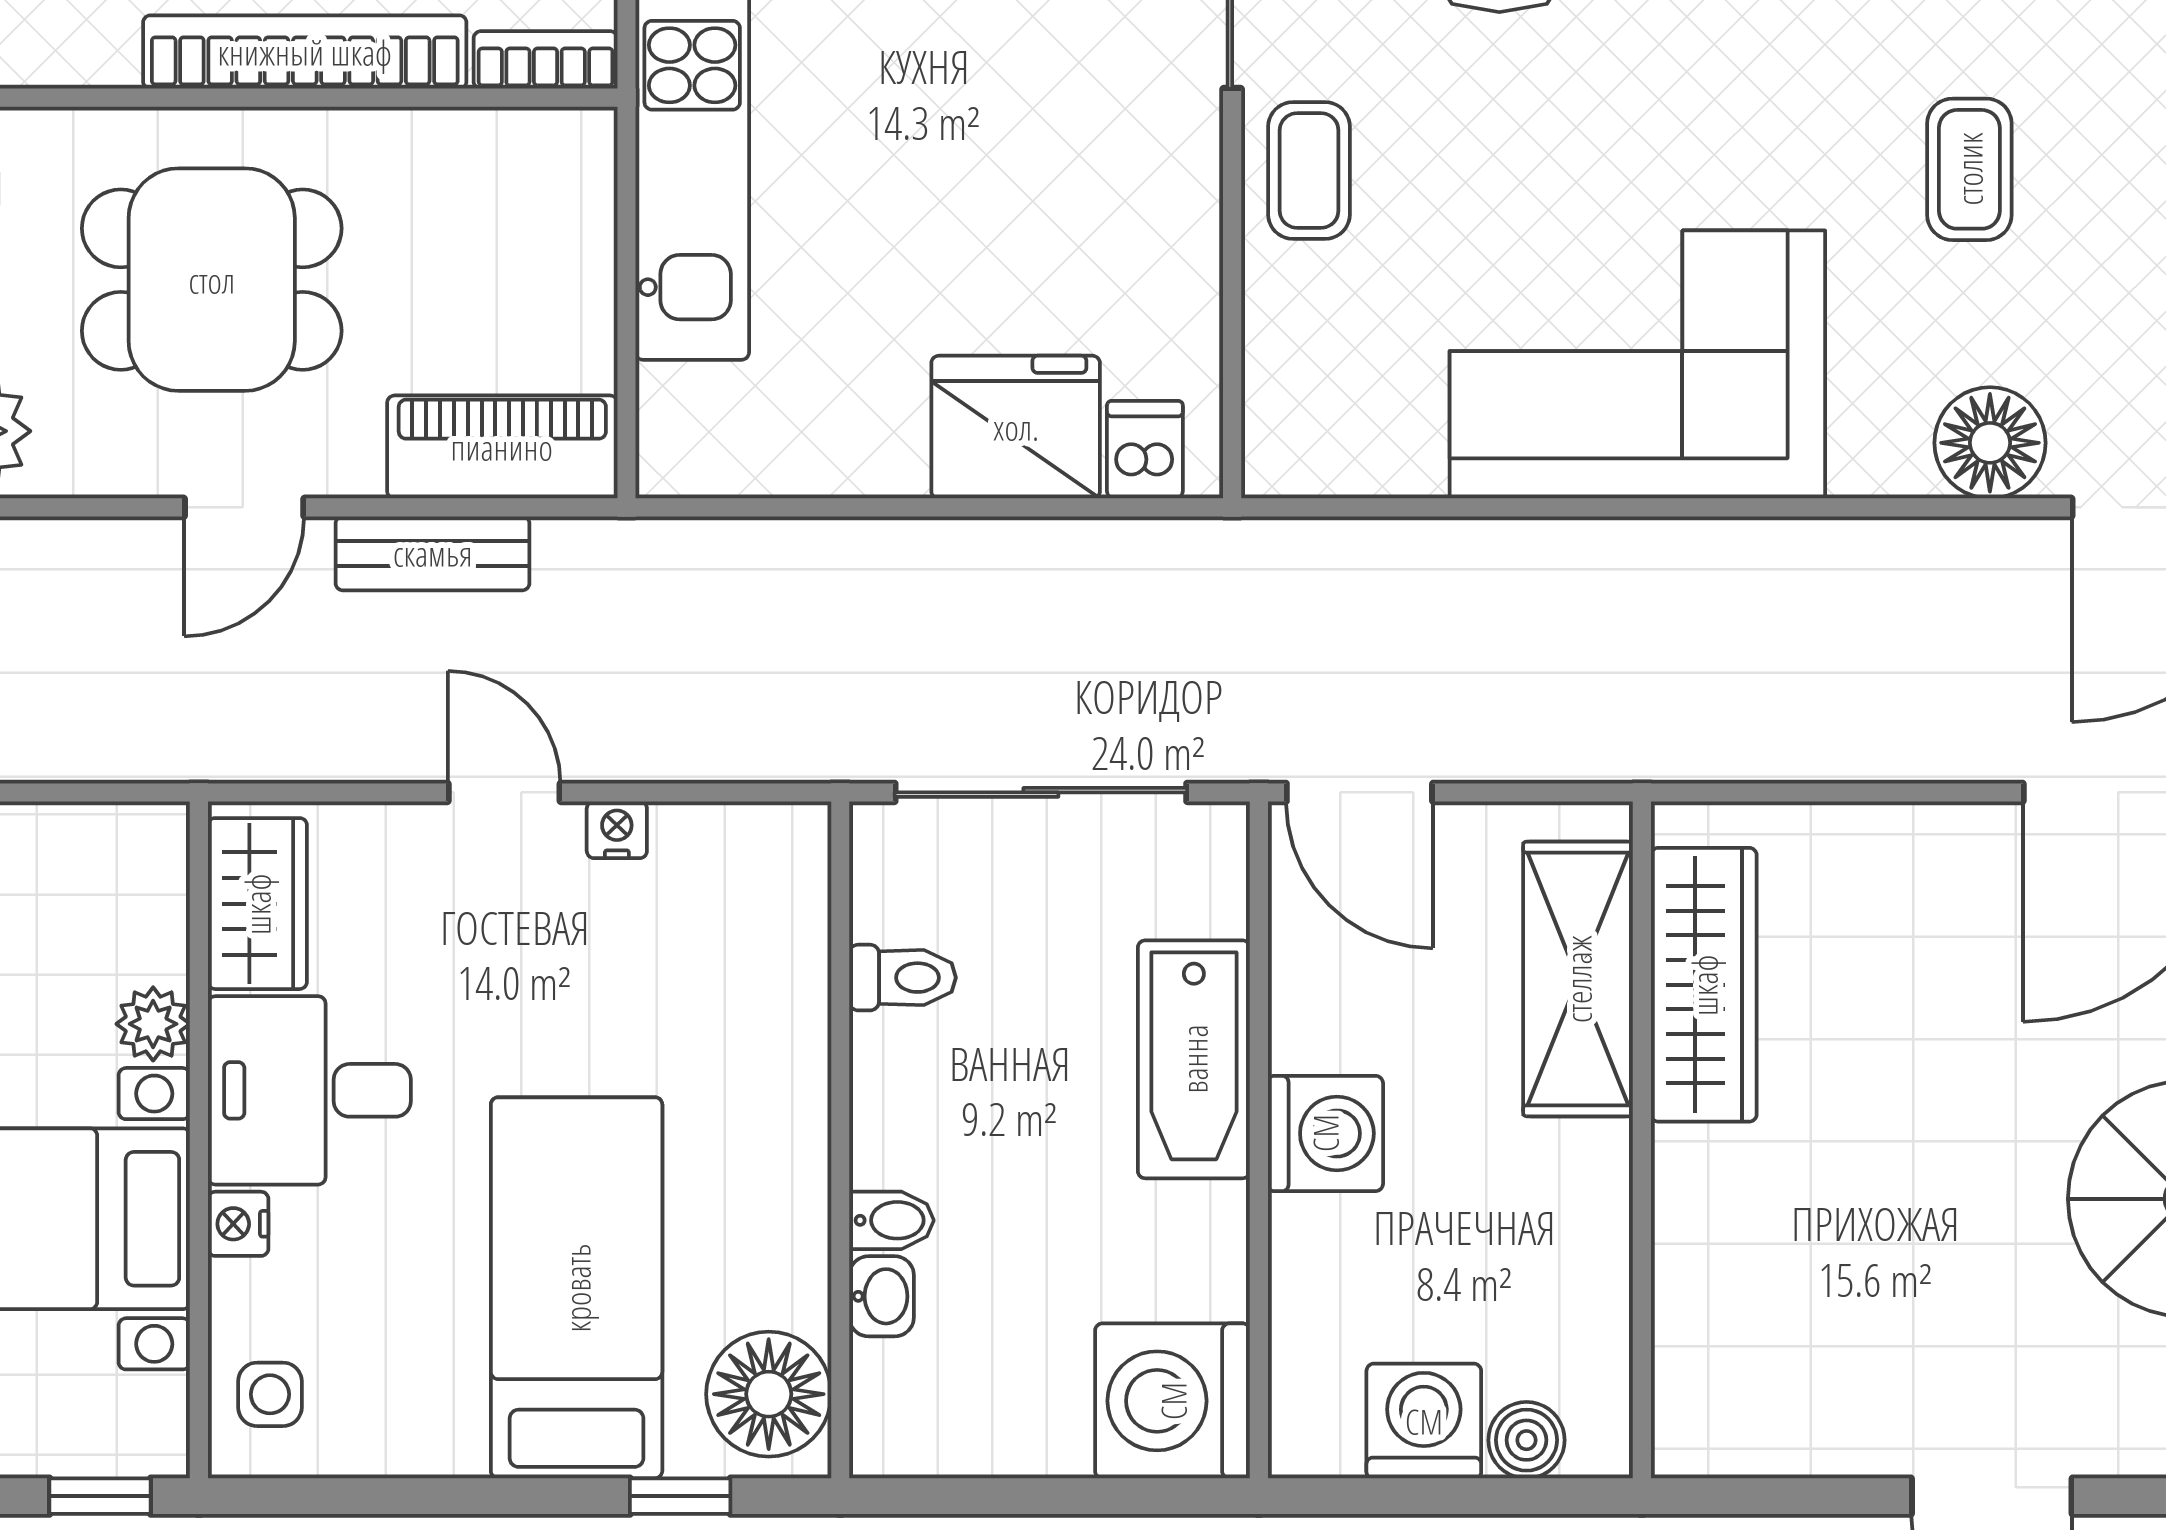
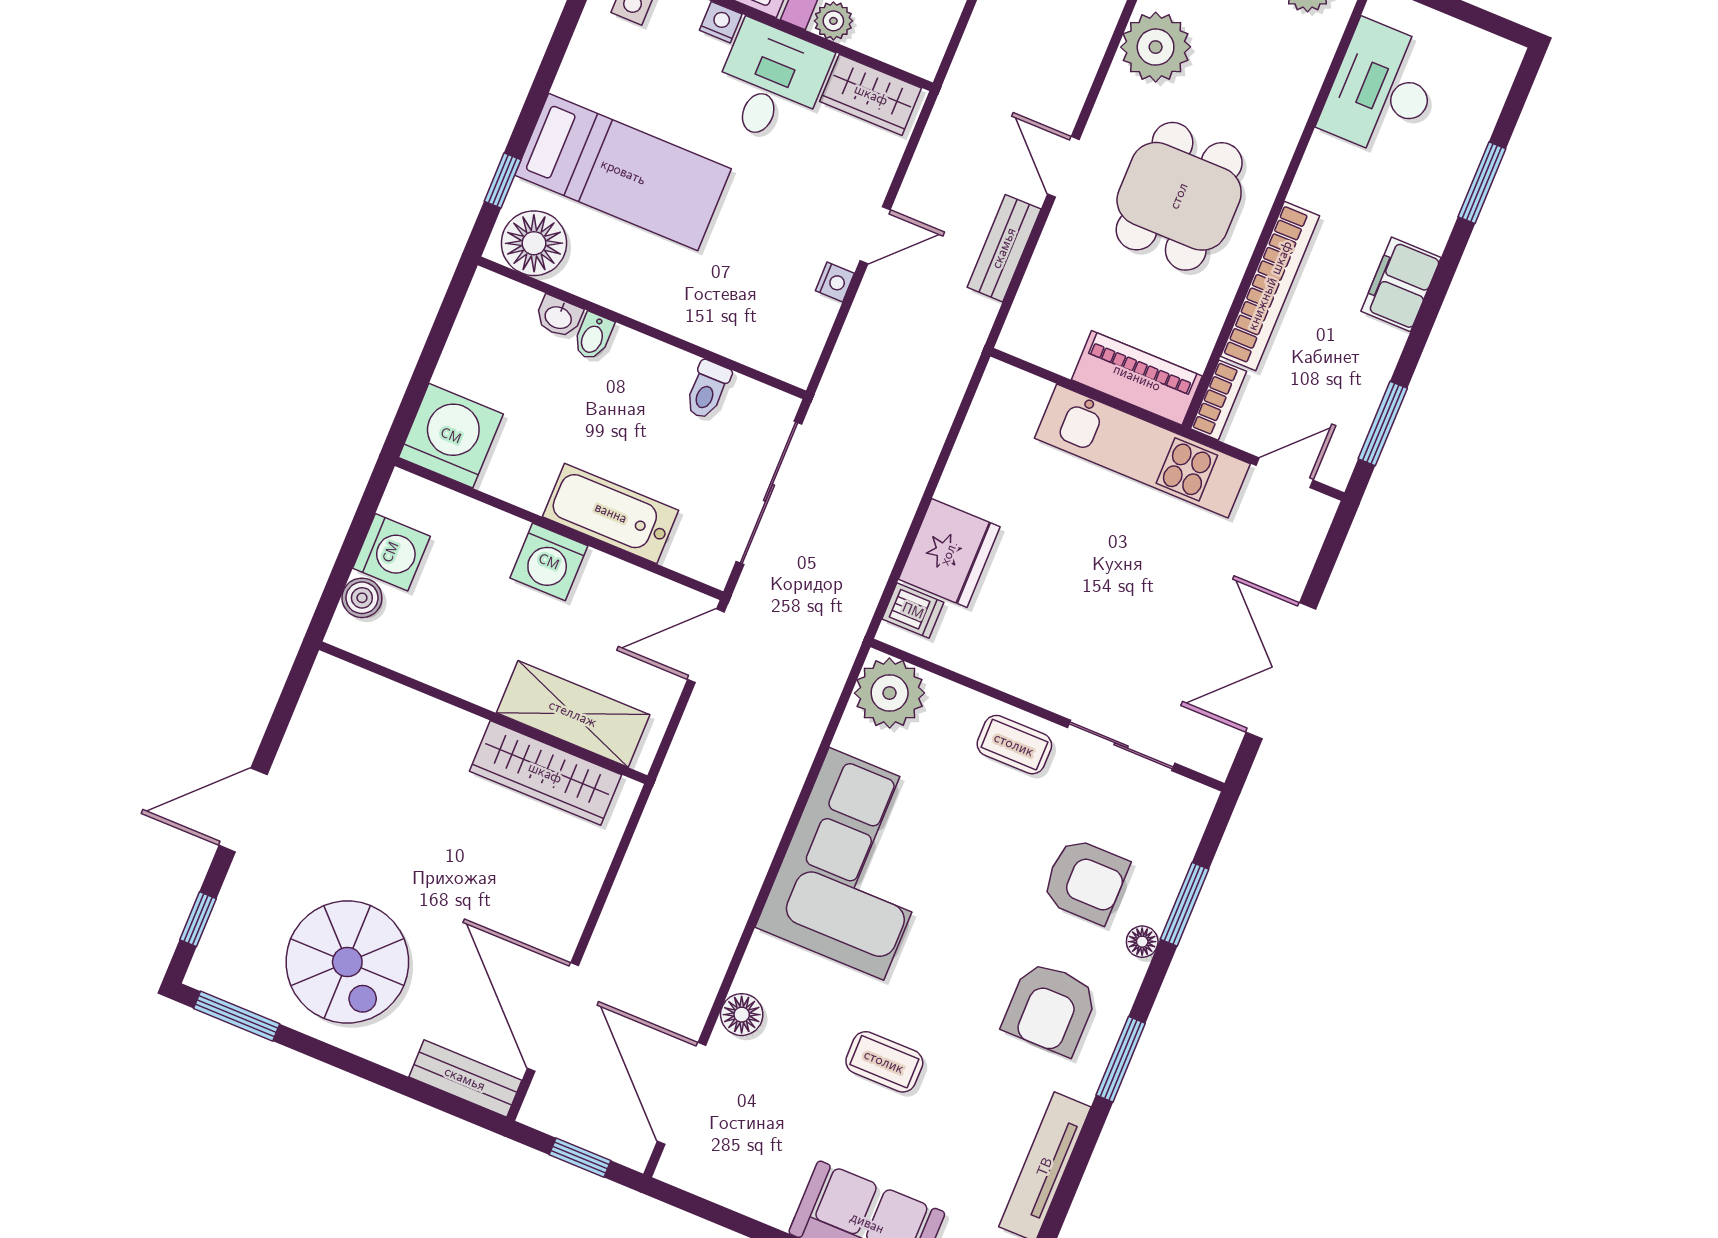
plant: (1309, 431) -> (890, 693), added
floor lamp: (1990, 443) -> (742, 1015), width x0.73, depth x0.73
piano: (502, 447) -> (1137, 378), moved, turned -90

